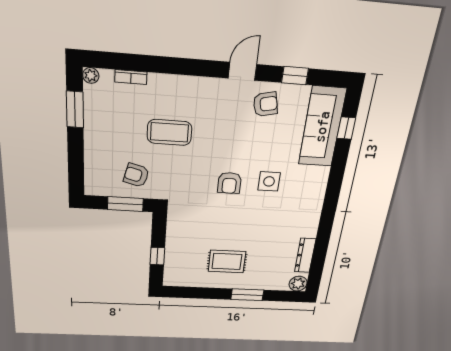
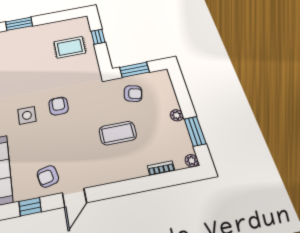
plant: (91, 135) -> (177, 115), added
rug: (227, 261) -> (70, 47), moved

